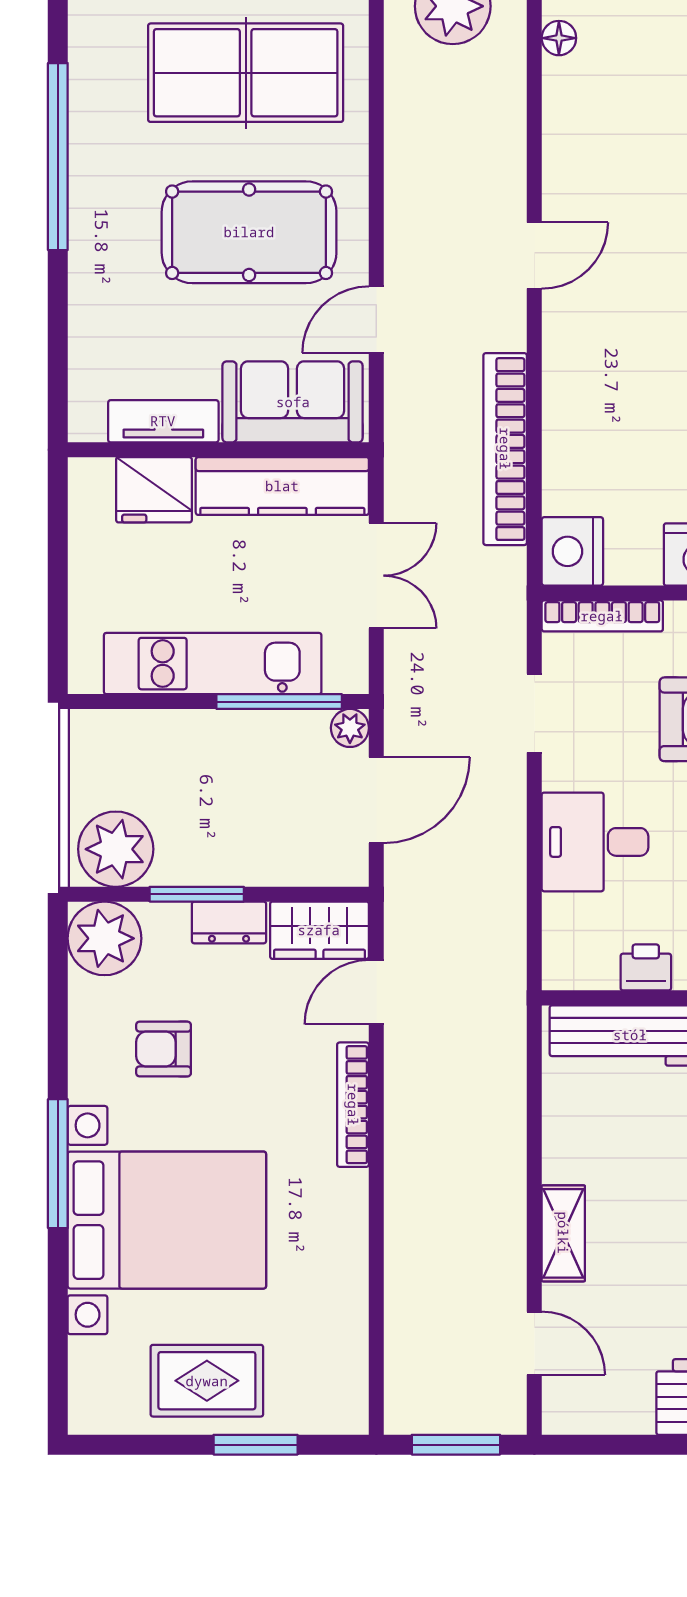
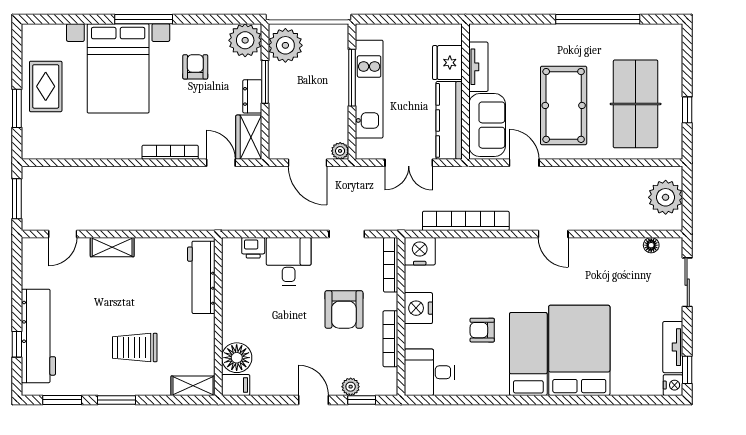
window: (279, 702) -> (352, 78), moved
printer: (646, 967) -> (253, 248), moved, turned 90

